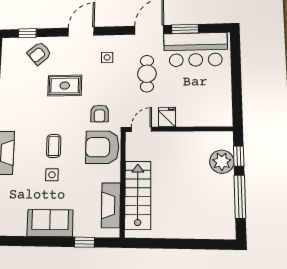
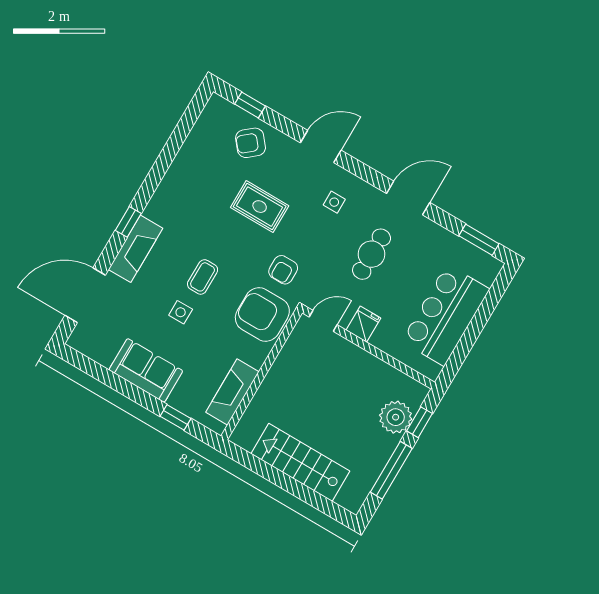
window: (185, 29) -> (479, 240), moved
bar counter: (195, 50) -> (445, 315), moved, turned 90
stairs: (138, 195) -> (300, 462), moved, turned -90

